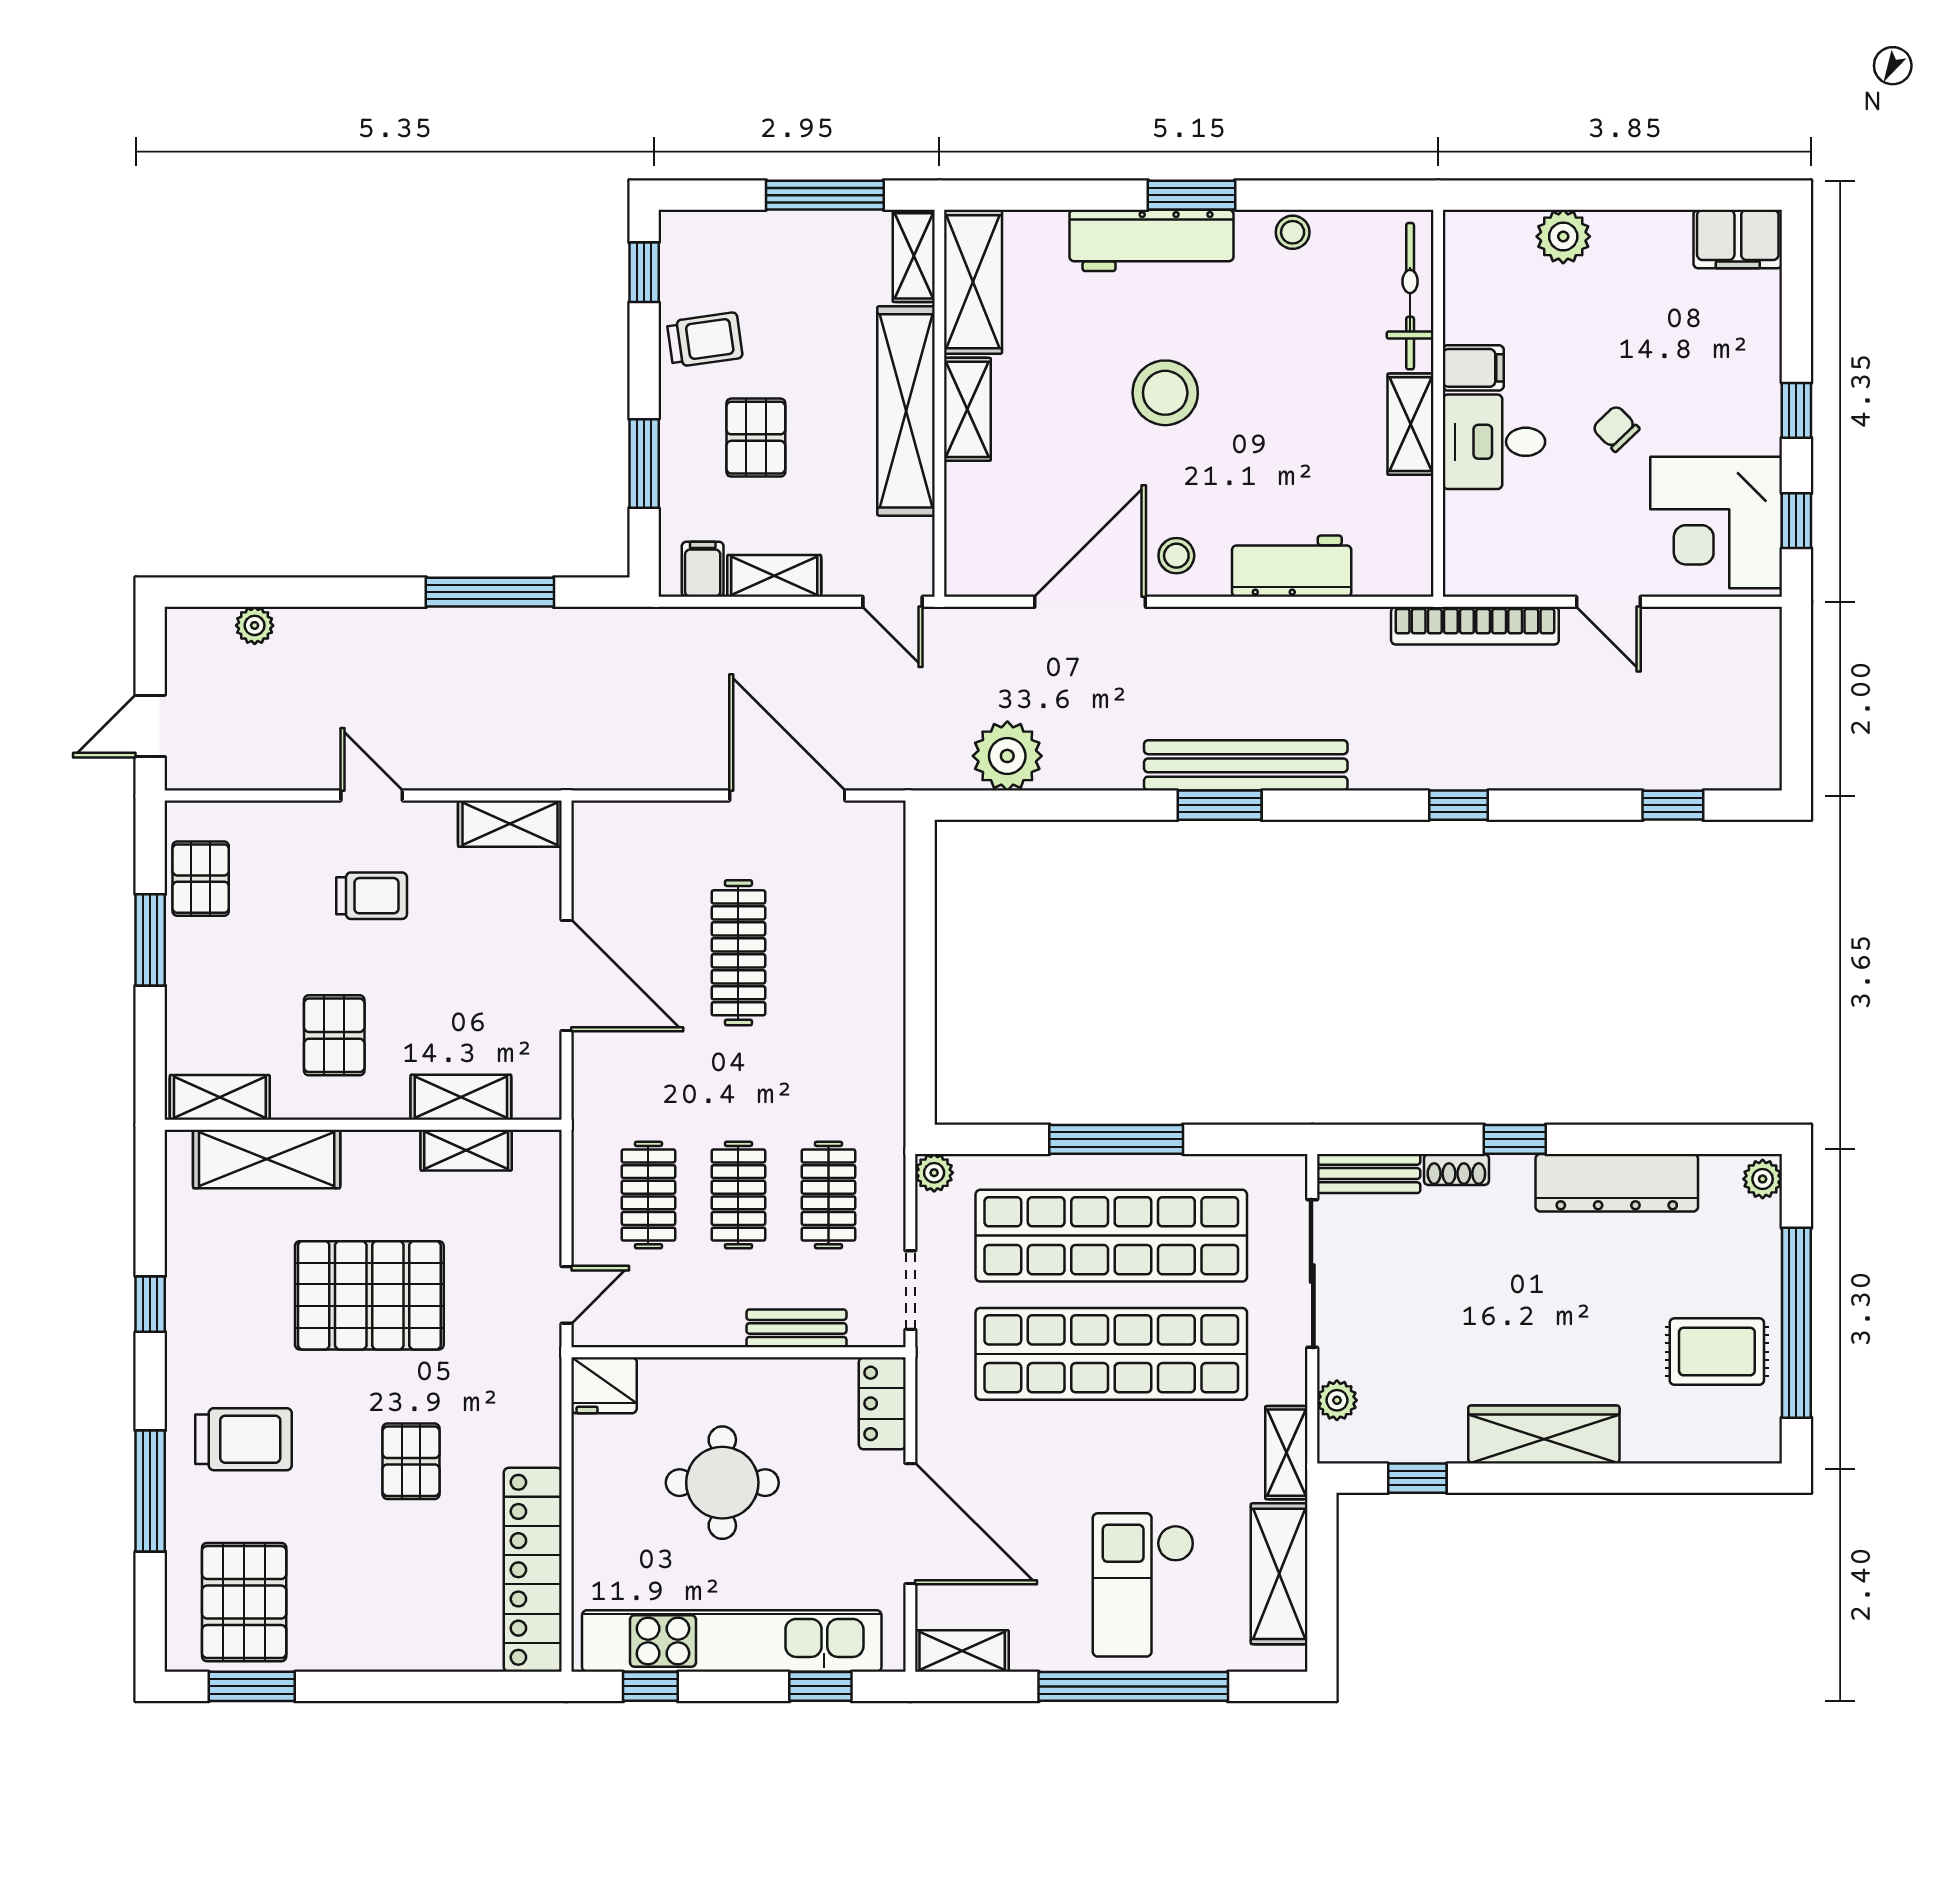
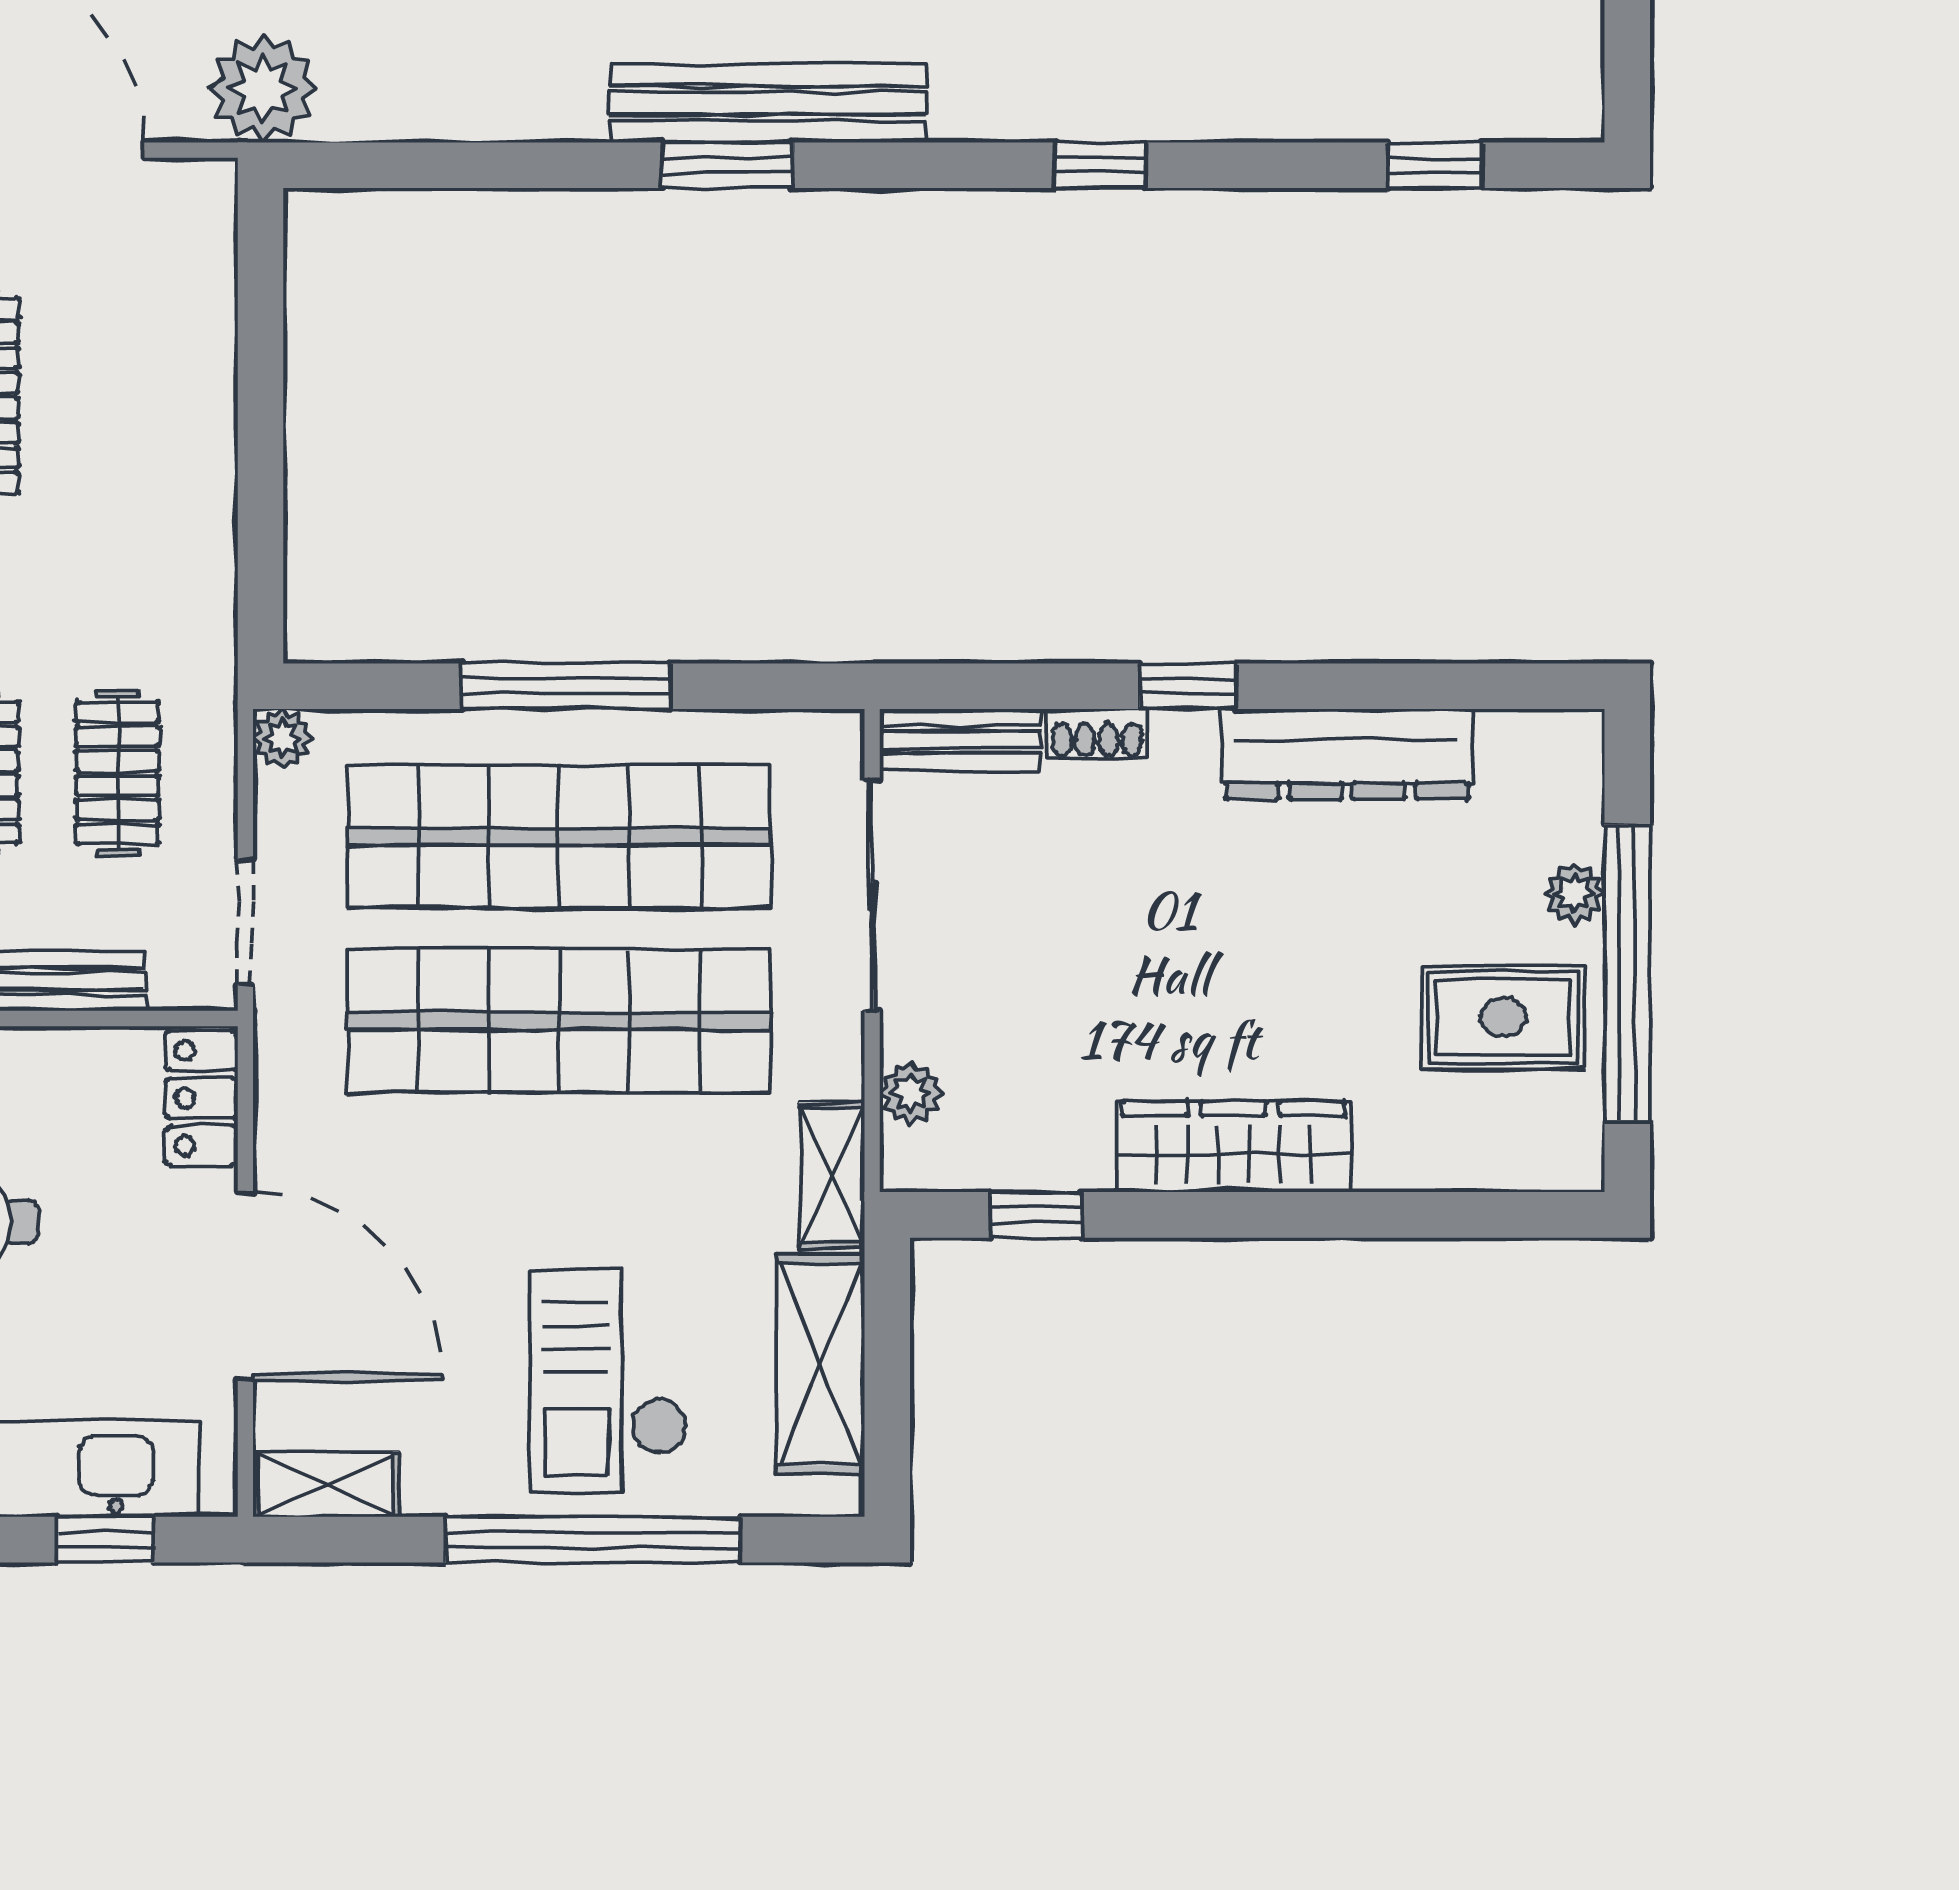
plant: (1007, 756) -> (263, 88), moved
plant: (1763, 1179) -> (1575, 893), moved

